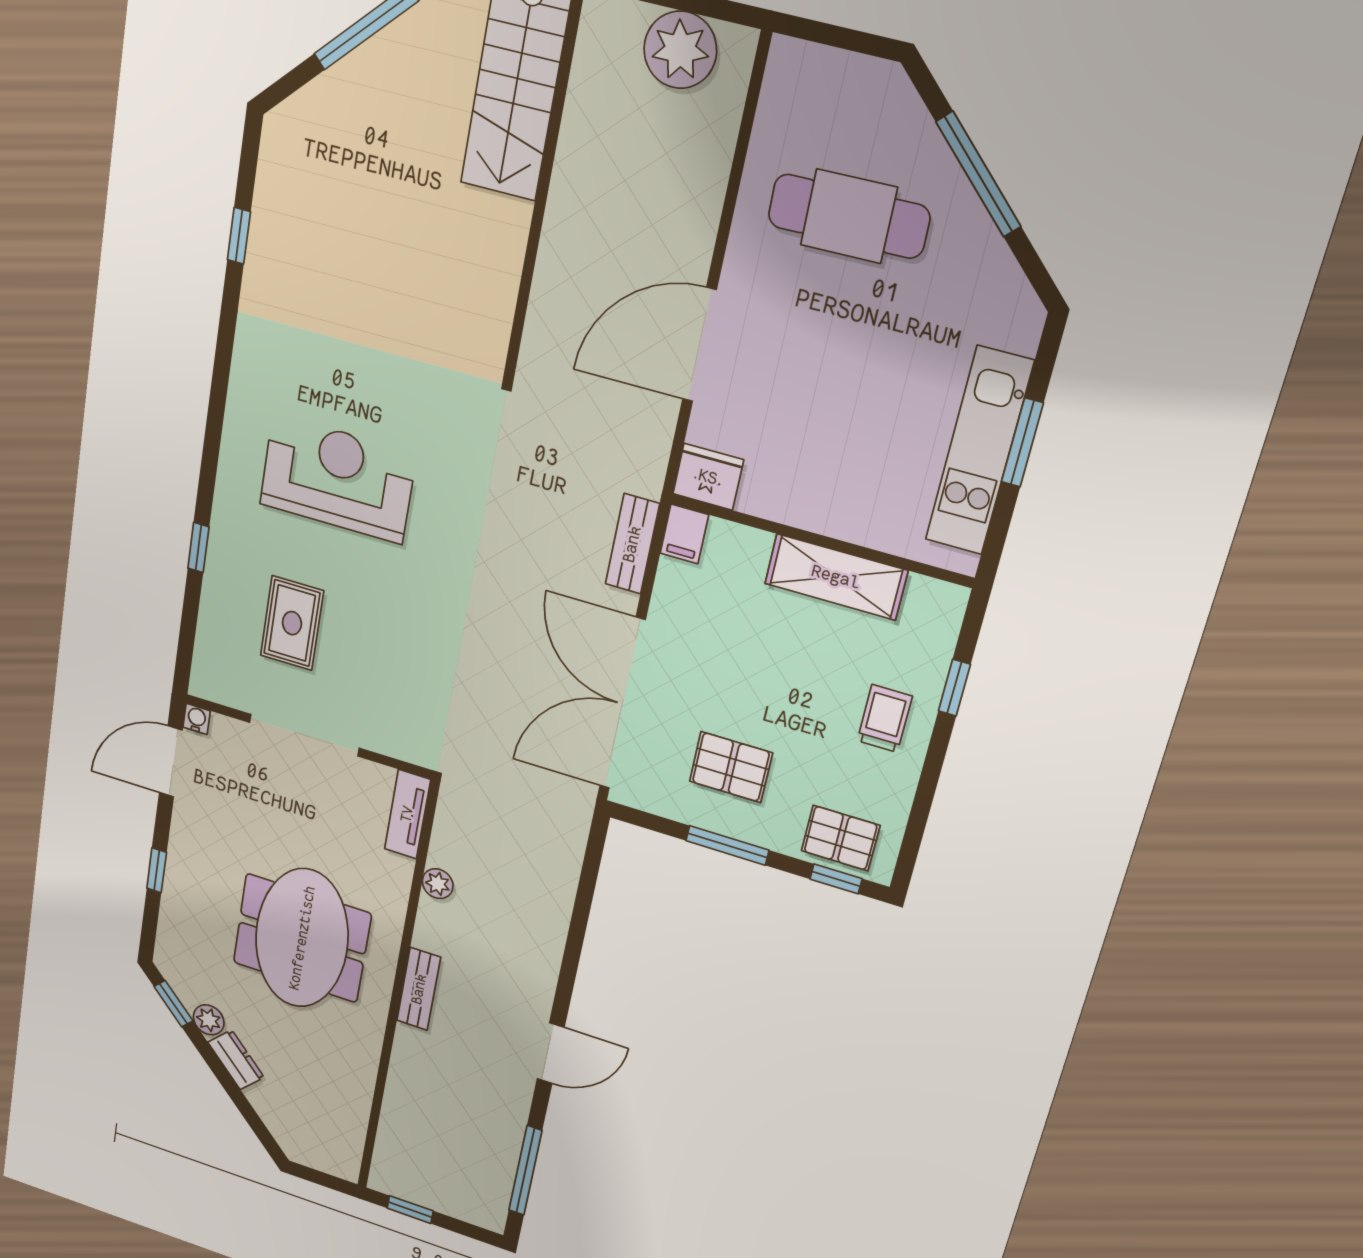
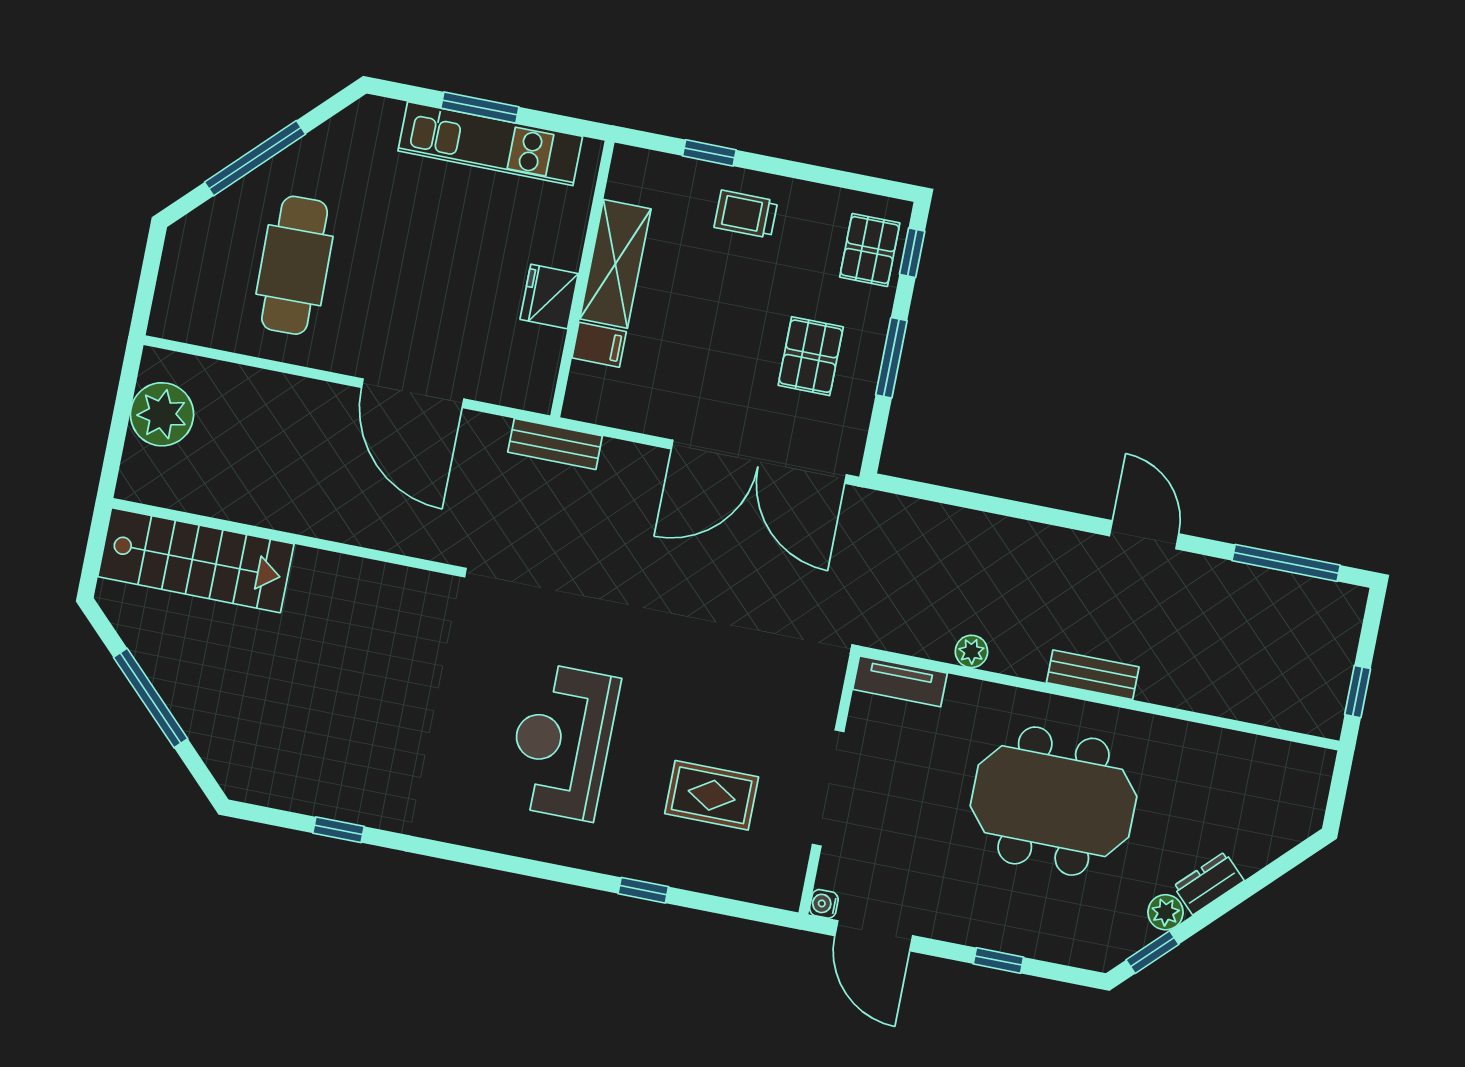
fridge: (708, 477) -> (549, 297), moved
filing cabinet: (684, 534) -> (599, 345), moved
bench: (632, 544) -> (555, 444), moved

